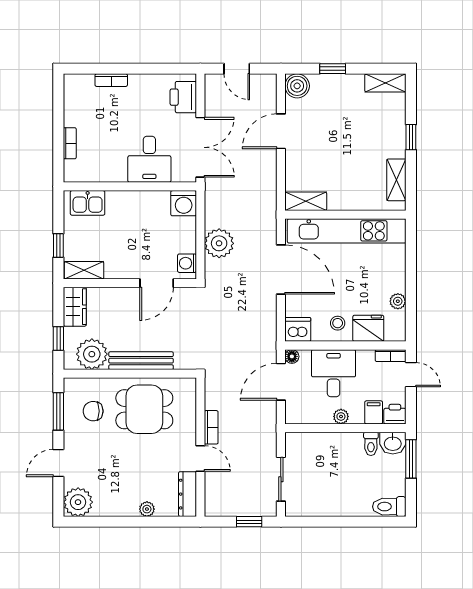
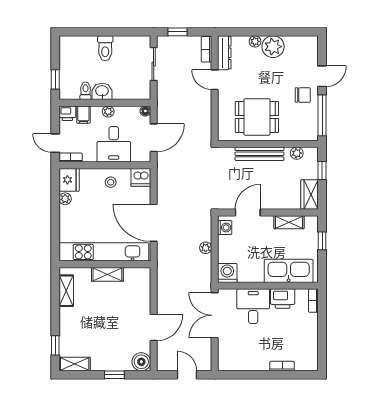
printer: (183, 97) -> (283, 299), moved, turned 90
window: (411, 137) -> (55, 345), moved
bookcase: (70, 143) -> (313, 301), moved
shelving: (306, 201) -> (107, 274), moved
kitchen sink: (88, 203) -> (289, 271), width x1.88, depth x1.24
plant: (219, 243) -> (206, 248), width x0.53, depth x0.53
shelving: (84, 270) -> (289, 222), moved
fridge: (368, 328) -> (69, 180), moved, turned -90
plant: (92, 354) -> (297, 153), width x0.53, depth x0.53
floor lamp: (292, 356) -> (145, 111), moved
window: (58, 411) -> (322, 115), width x1.44
chair: (93, 411) -> (303, 95), moved
bookcase: (211, 427) -> (206, 49), moved
washbasin: (393, 443) -> (102, 91), moved
window: (411, 459) -> (55, 79), width x0.67
plant: (78, 502) -> (273, 47), moved
toilet: (389, 507) -> (105, 48), moved, turned 90

